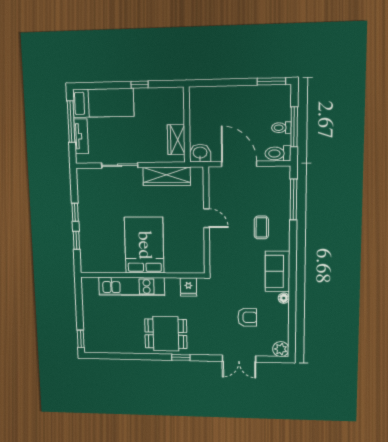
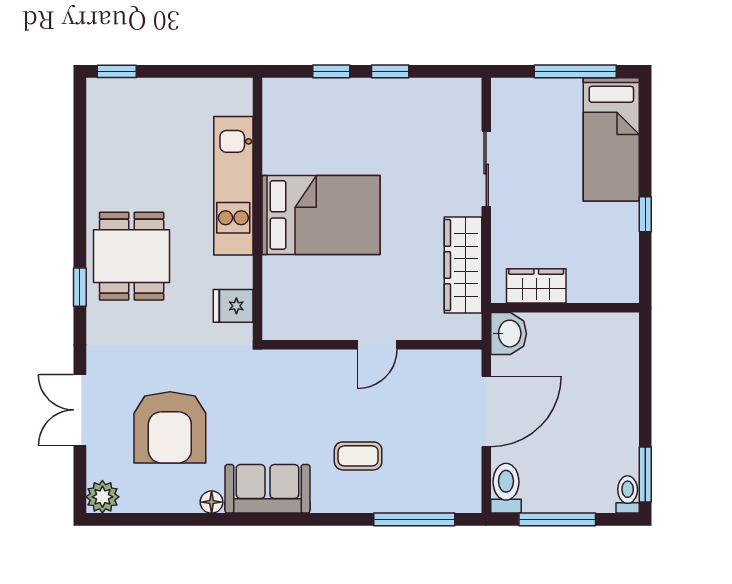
toilet: (281, 128) -> (628, 494), moved
tv unit: (81, 136) -> (546, 91), removed
armchair: (247, 317) -> (170, 427), width x1.88, depth x1.88

